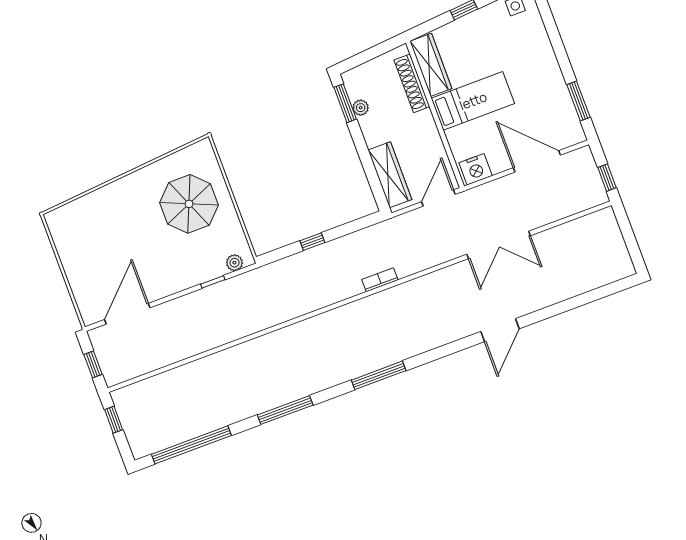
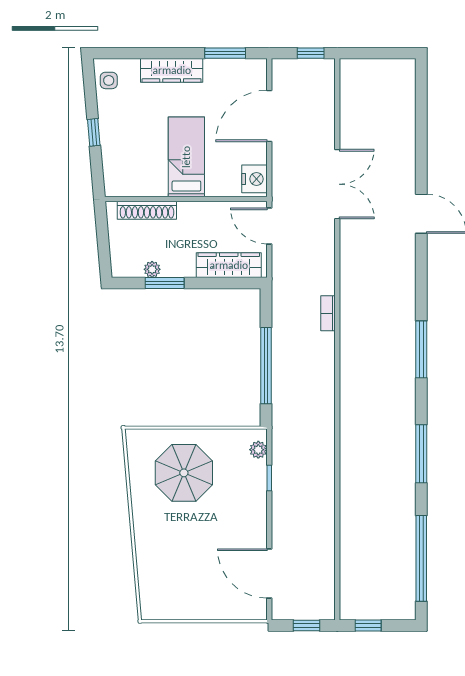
wardrobe: (431, 65) -> (172, 70), moved, turned 180
window: (345, 103) -> (165, 283), moved
window: (312, 242) -> (266, 366), width x3.17

